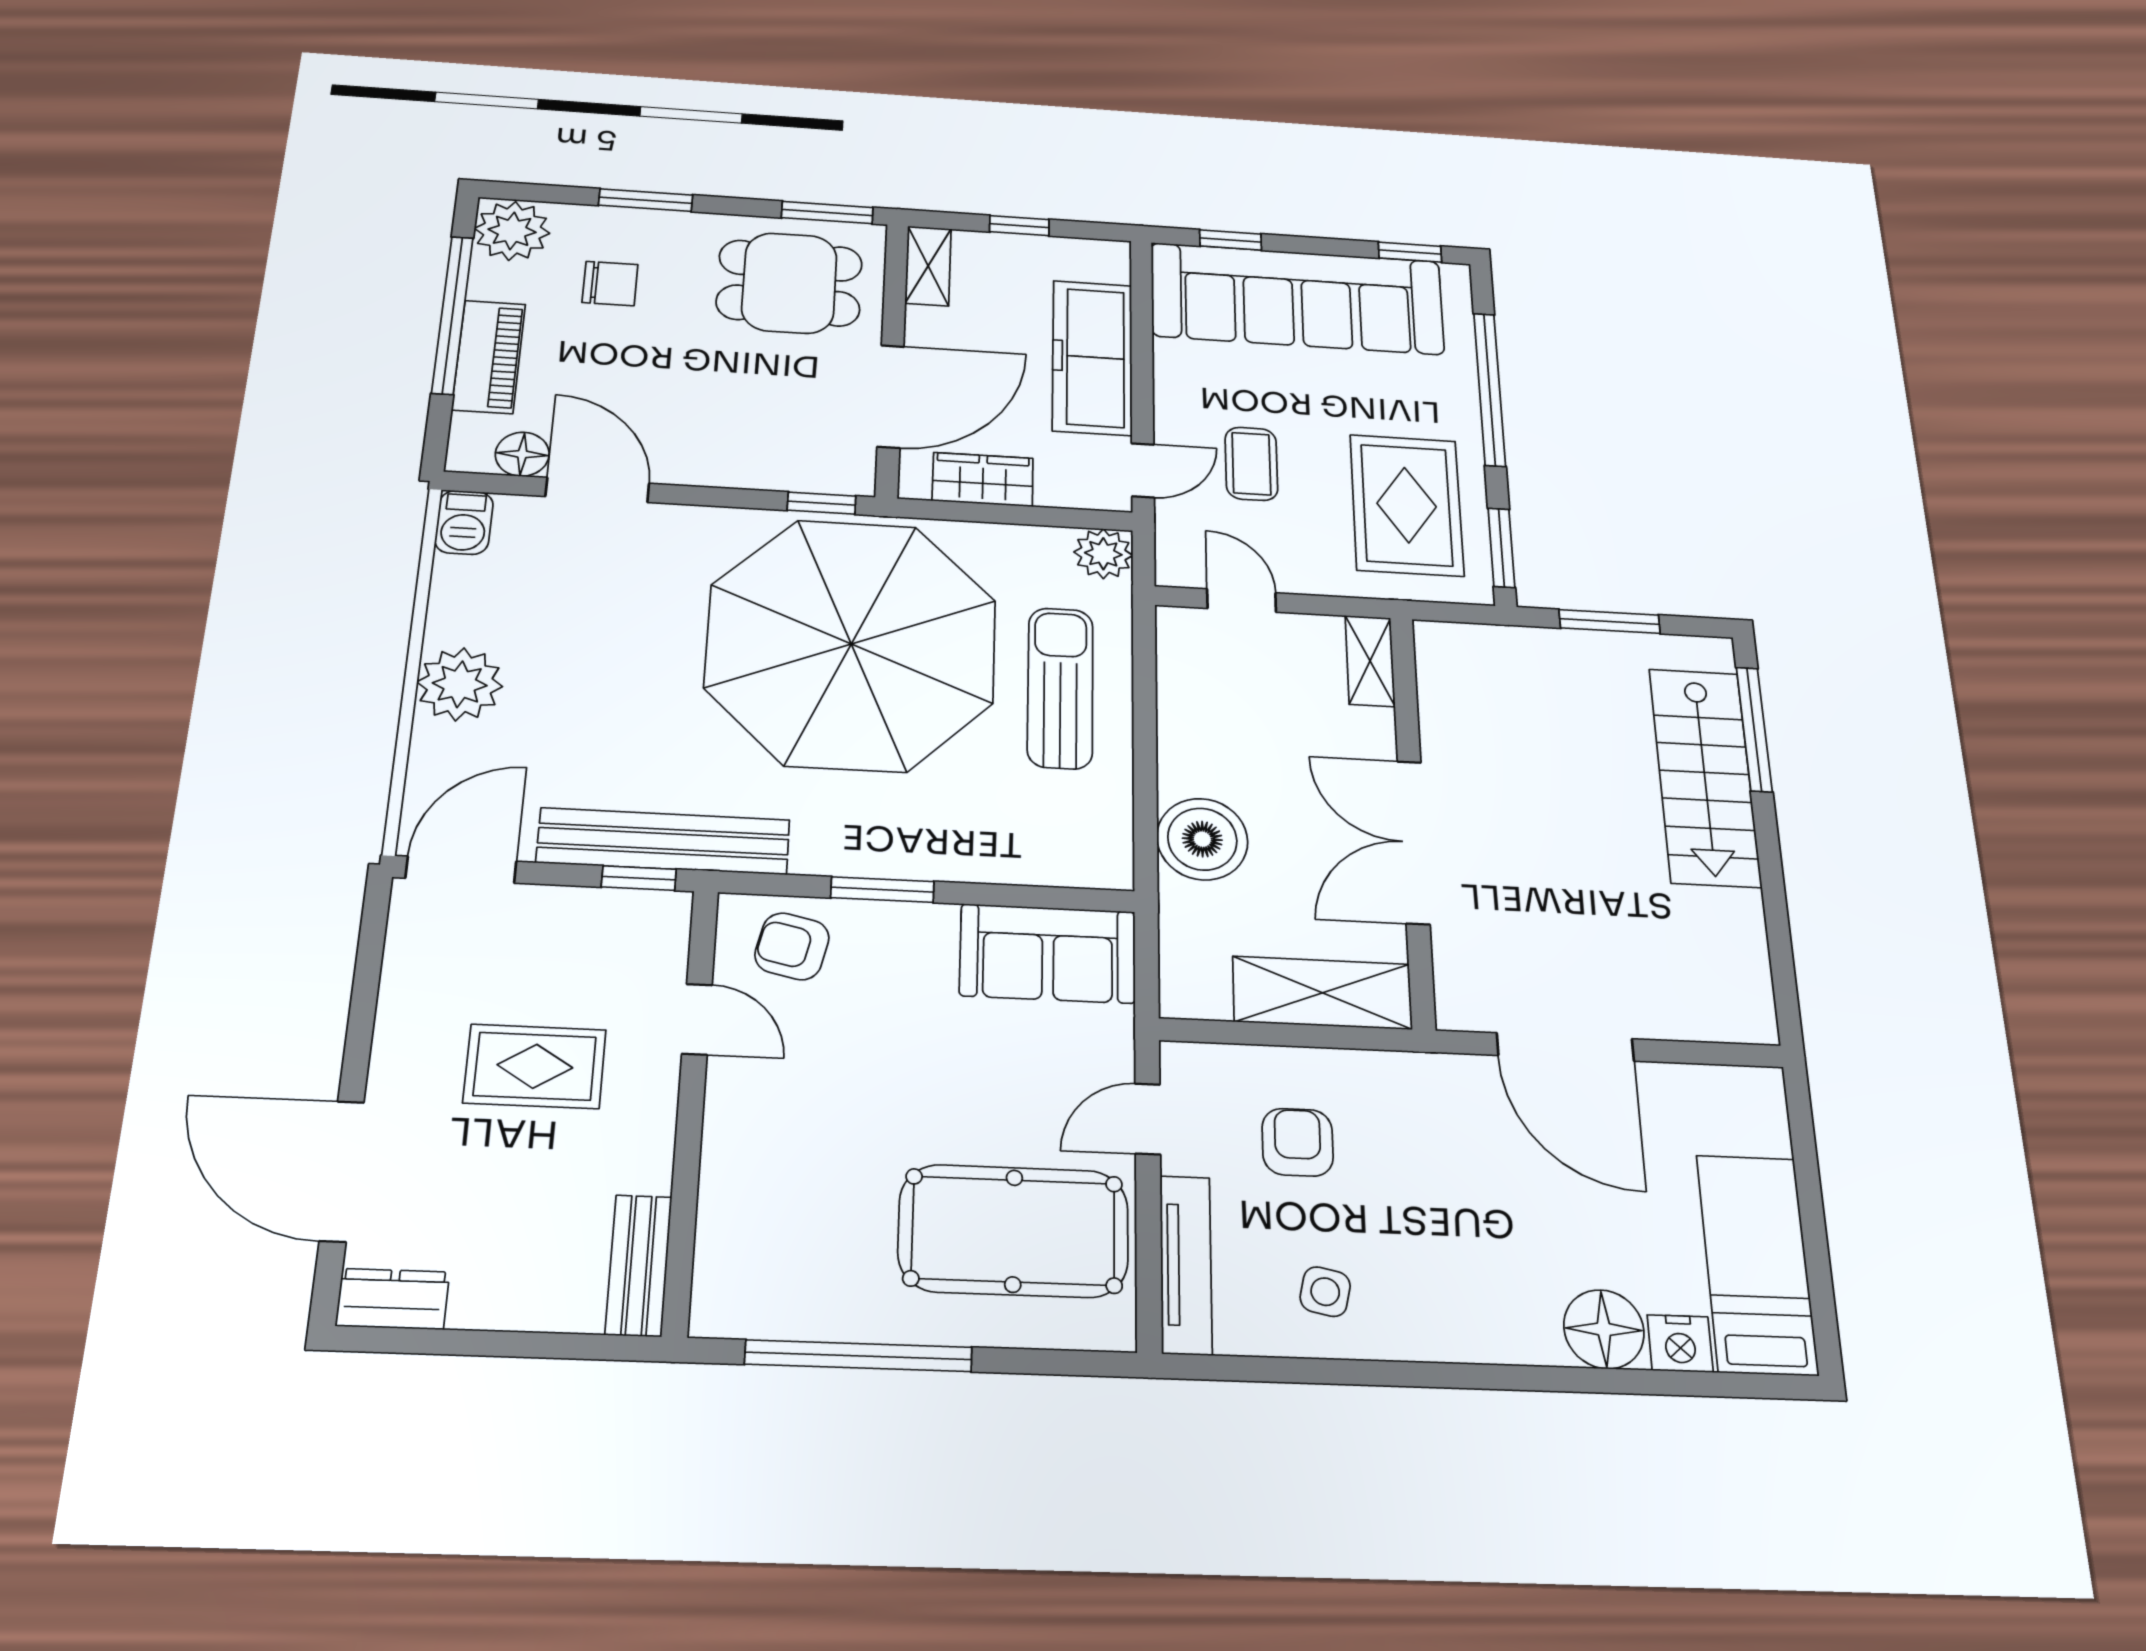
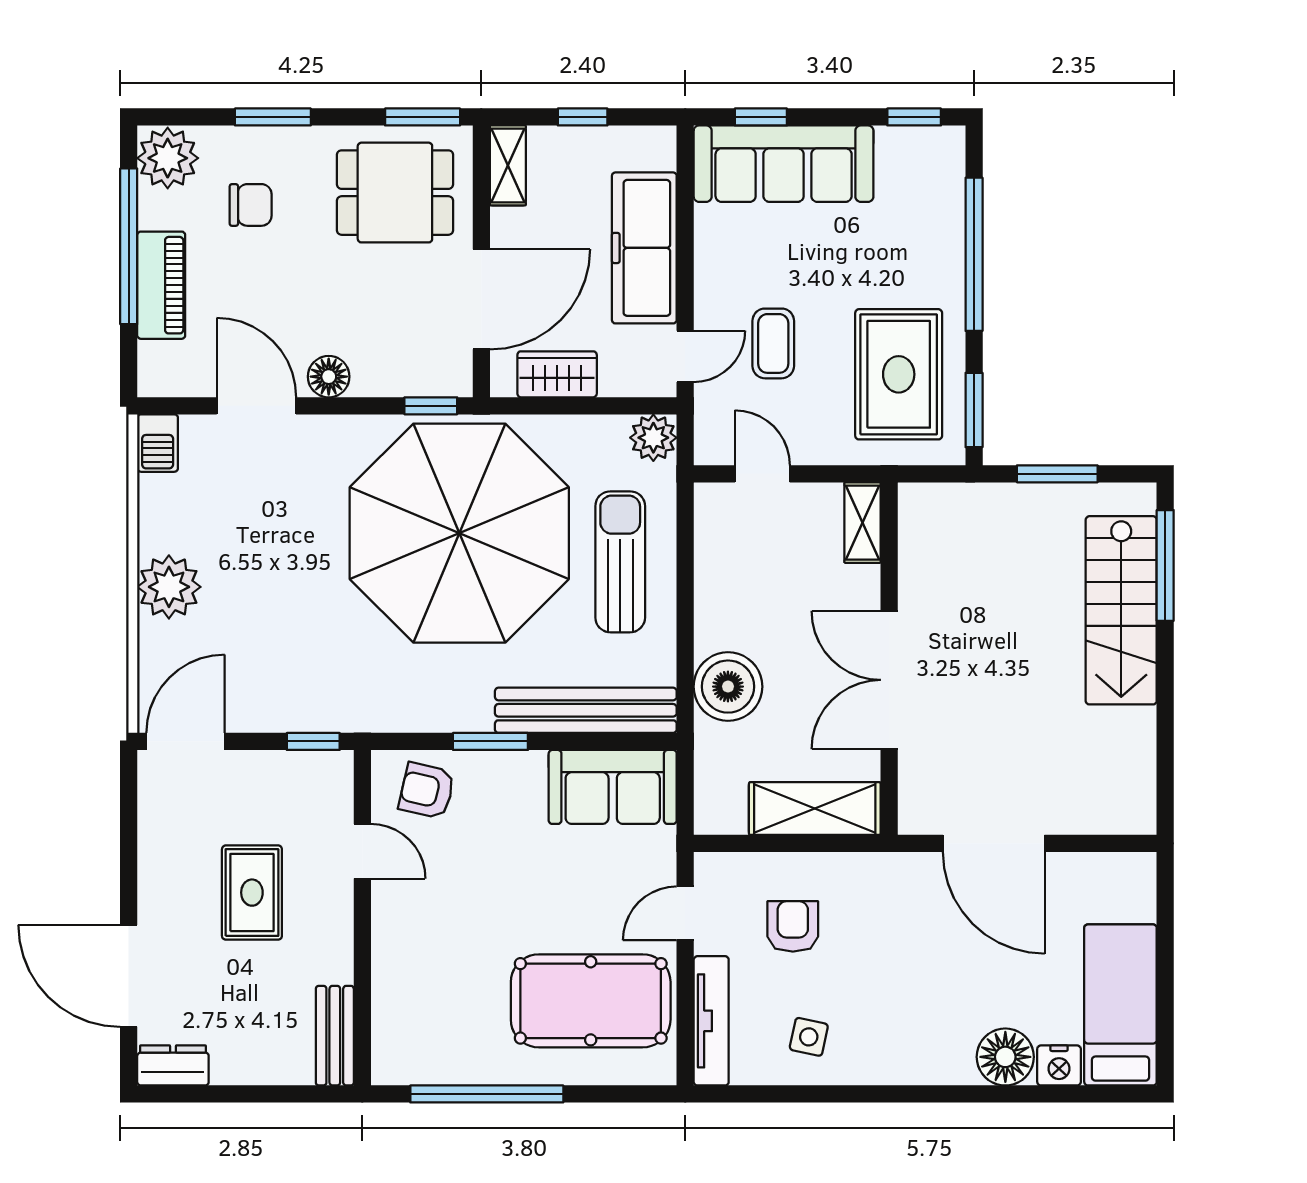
sofa: (1297, 299) -> (784, 164), width x0.74, depth x0.79
floor lamp: (522, 454) -> (329, 377), moved
bench: (664, 841) -> (586, 710), moved
rug: (535, 1066) -> (252, 893), turned 90

